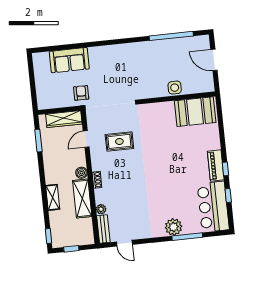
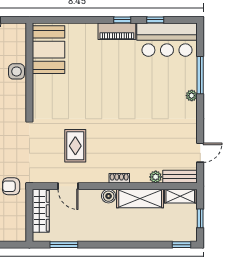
shelving: (53, 197) -> (180, 196), moved
plant: (174, 227) -> (192, 96), width x0.53, depth x0.53

